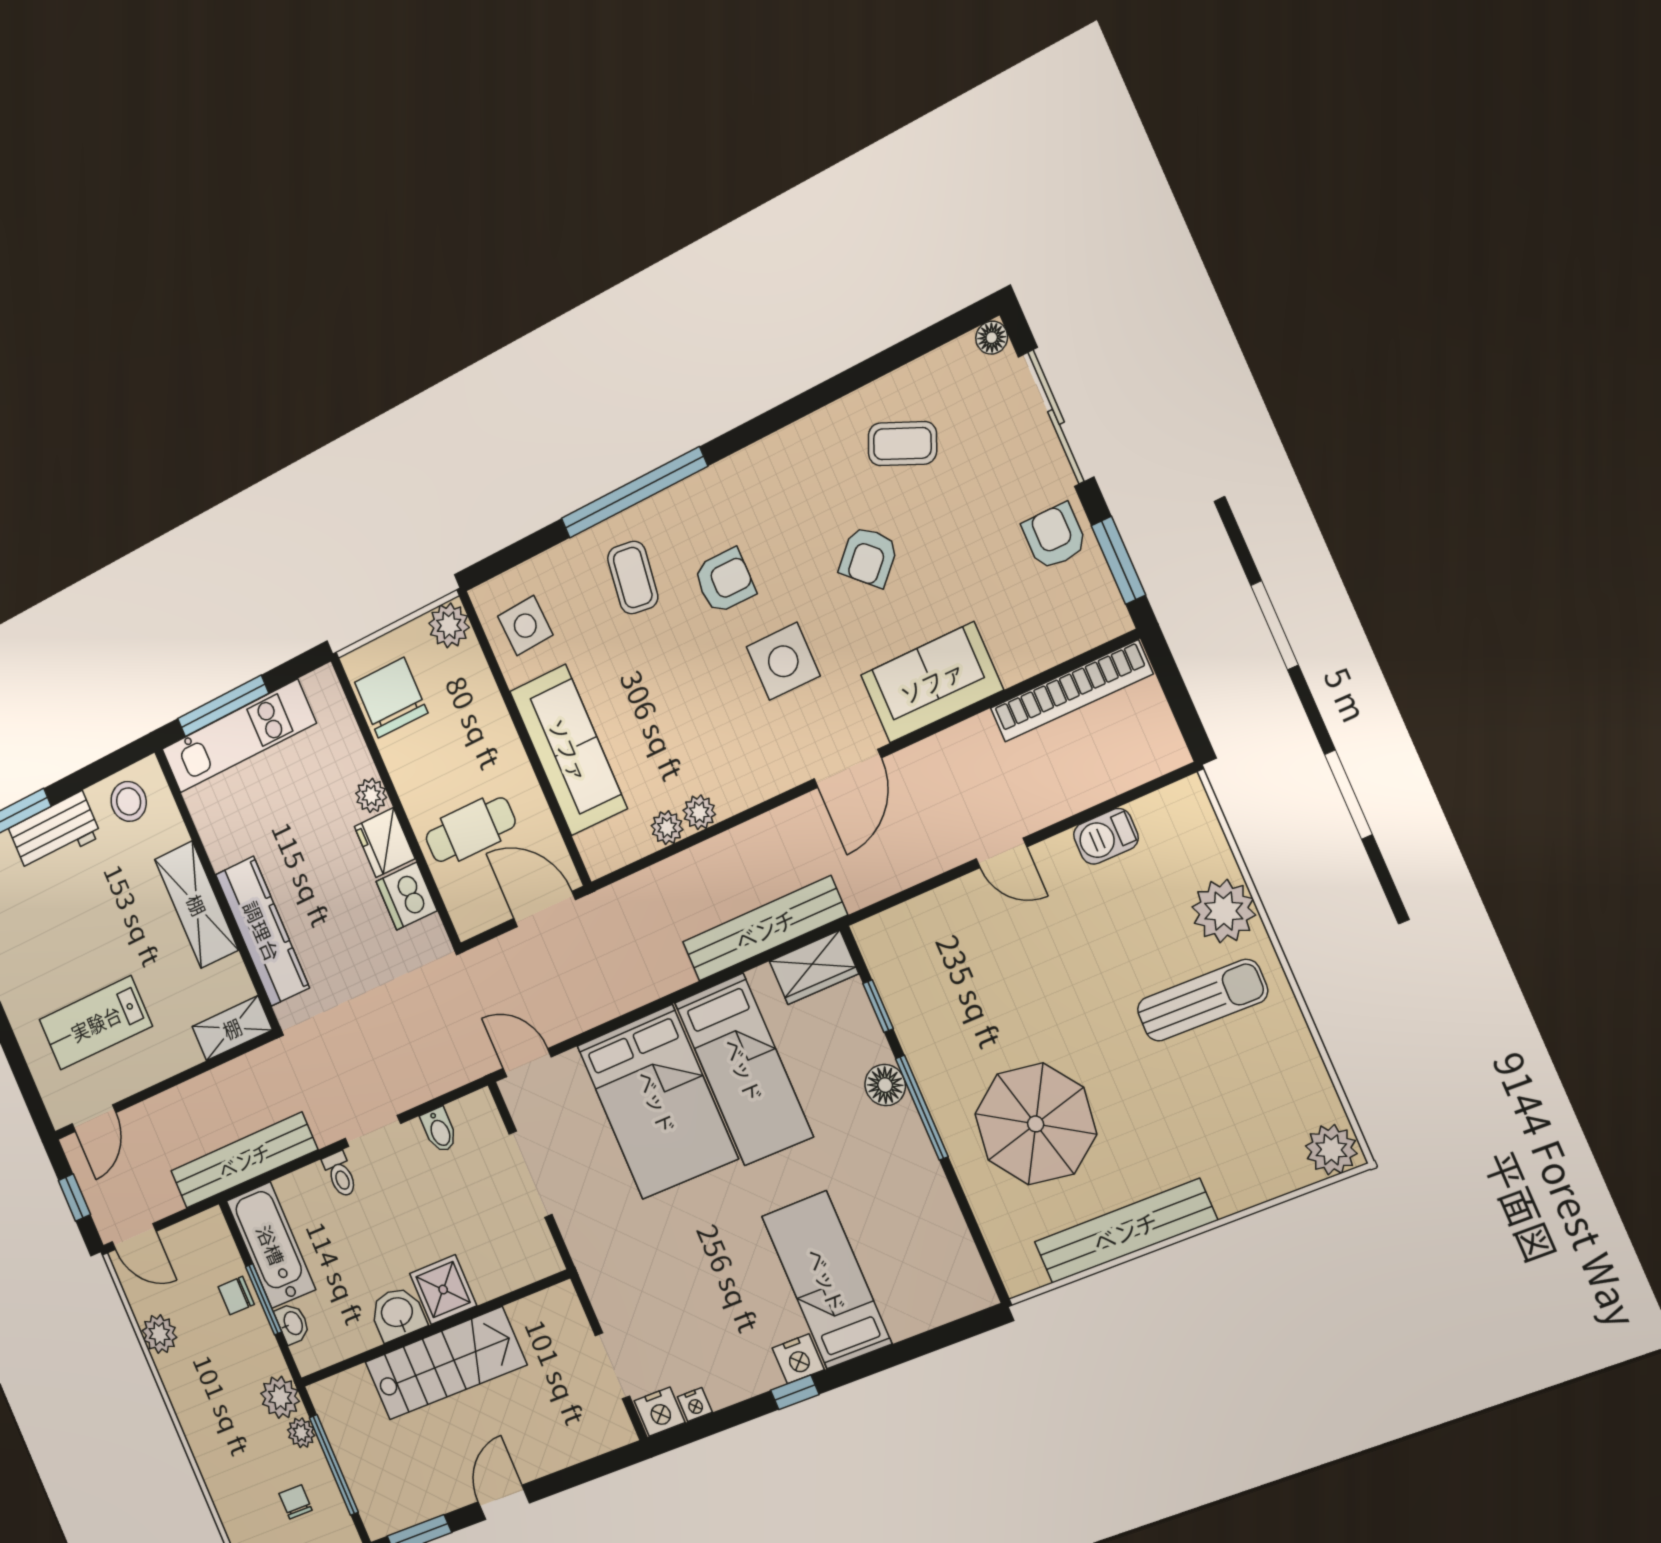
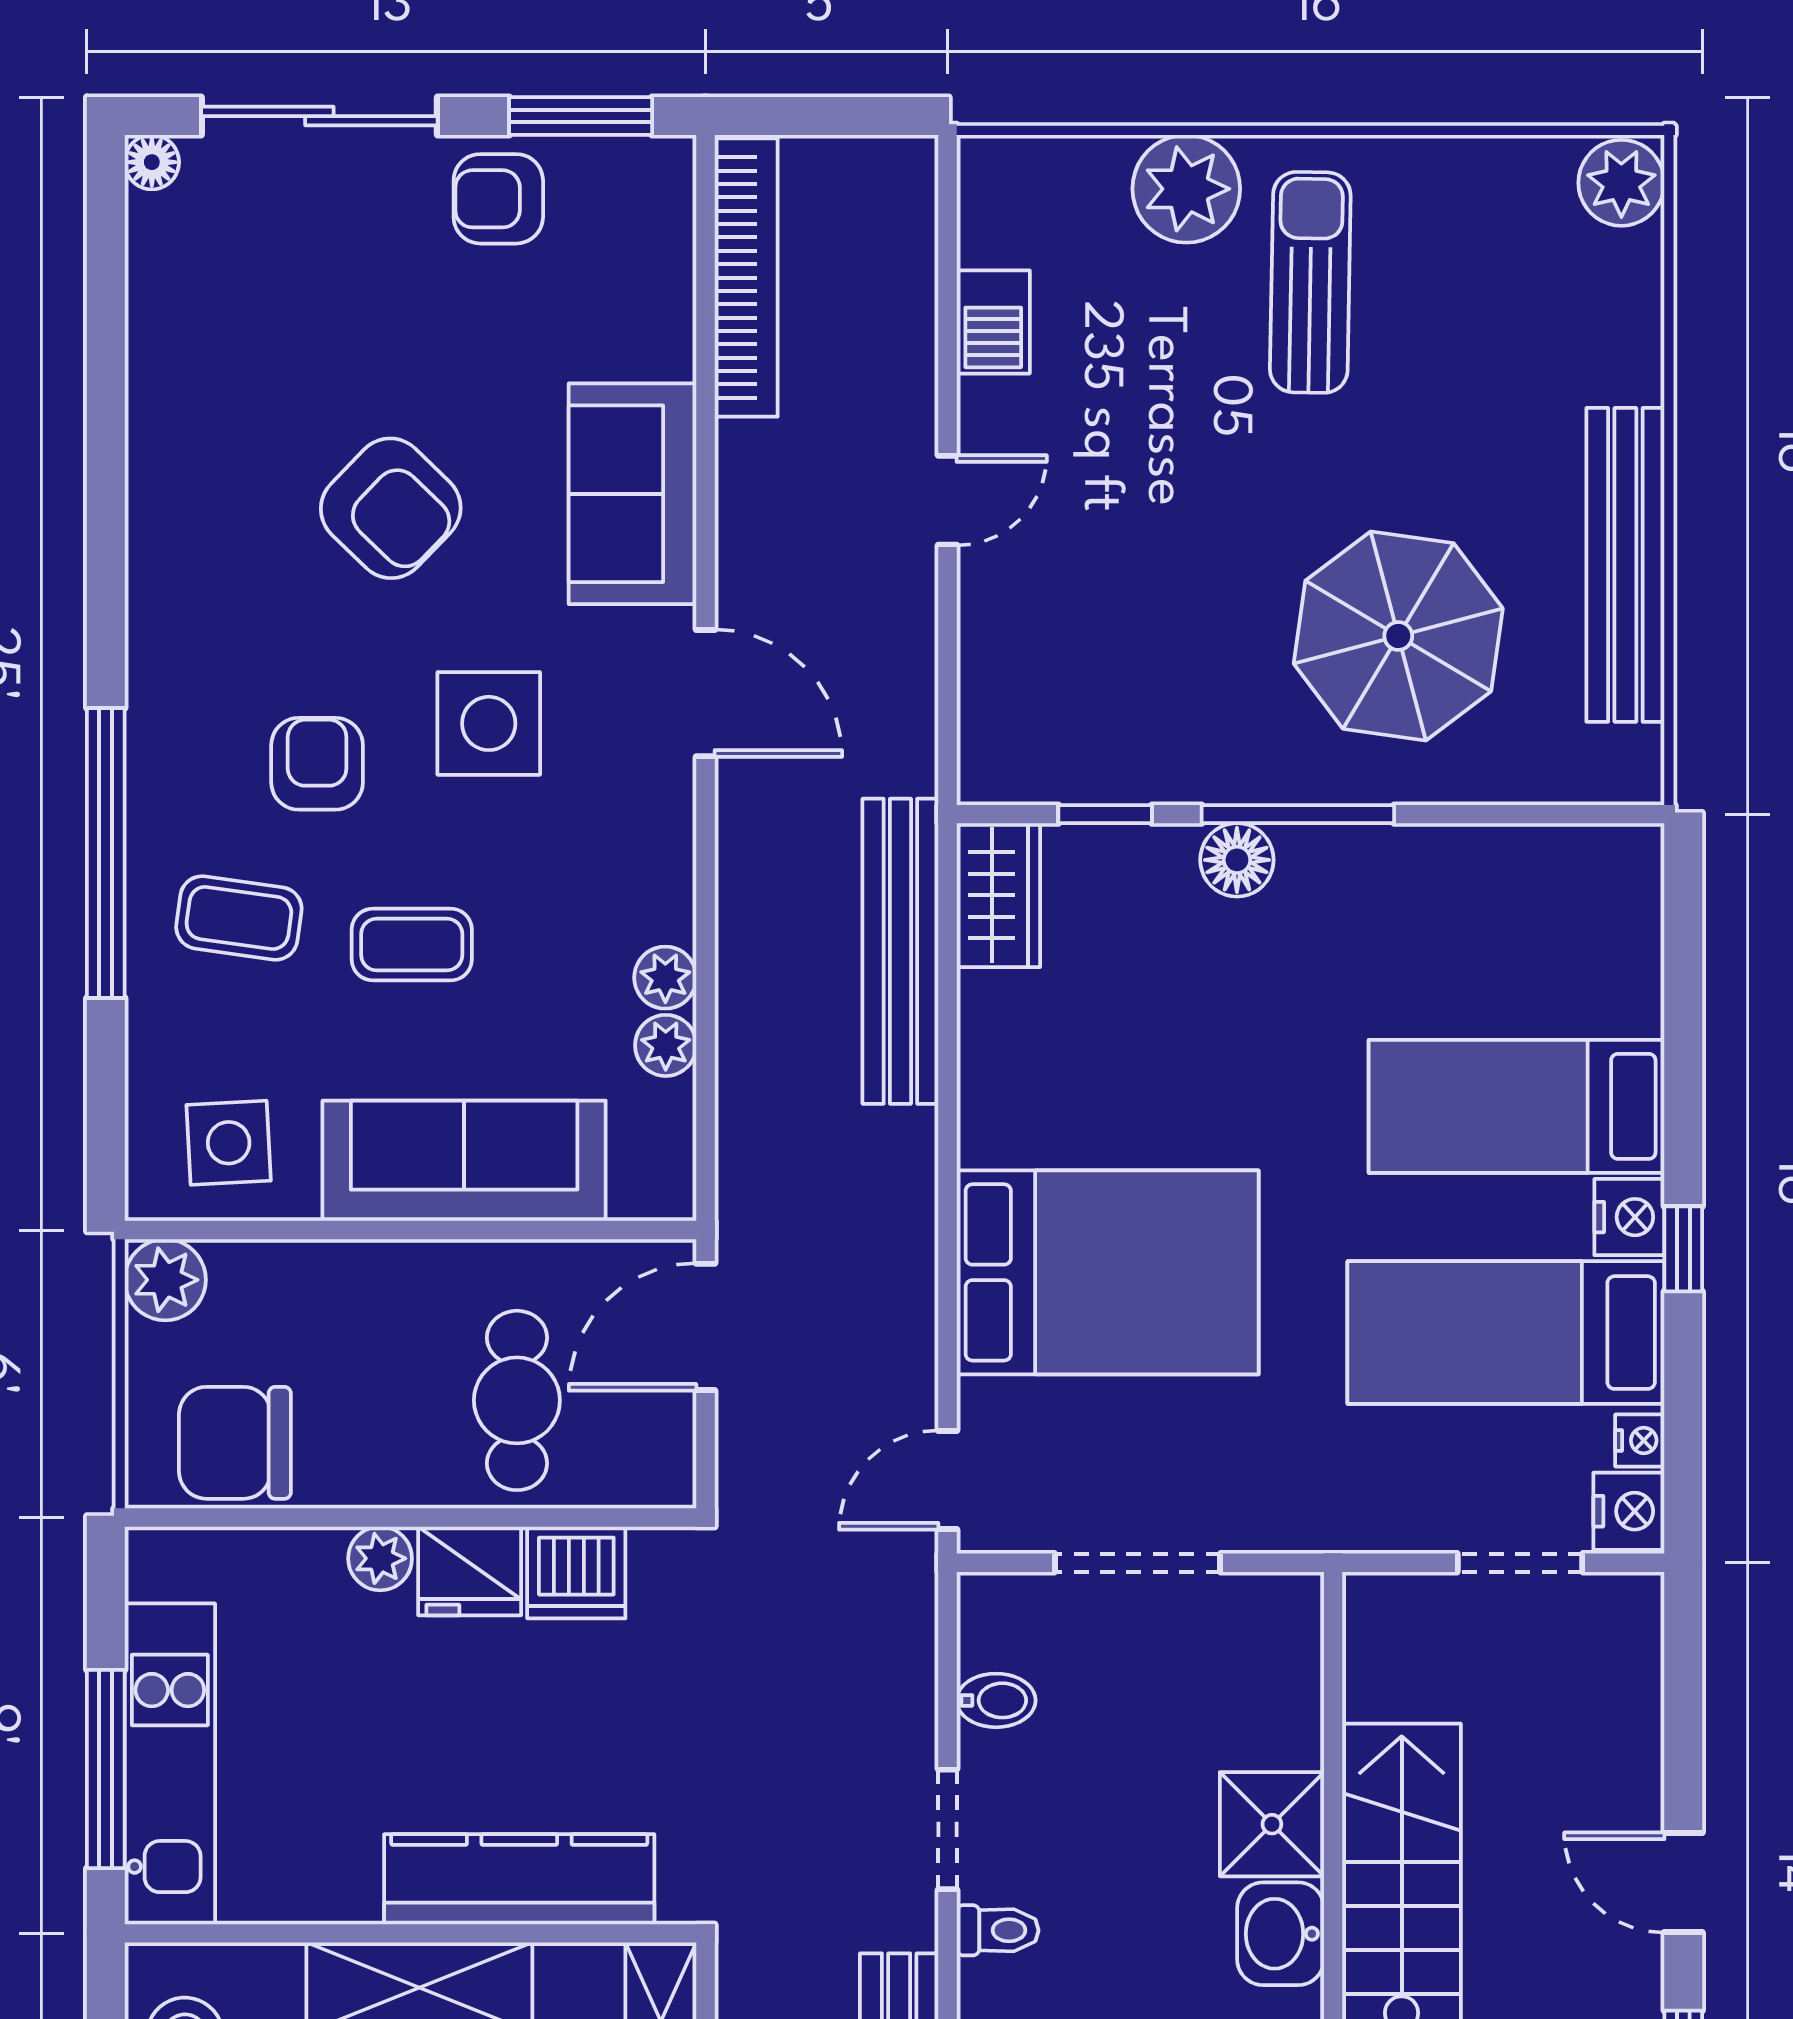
coffee table: (902, 444) -> (412, 944), moved, turned 66
armchair: (868, 557) -> (391, 508), width x1.38, depth x1.38
bed: (744, 1070) -> (1506, 1333), moved, turned 180

